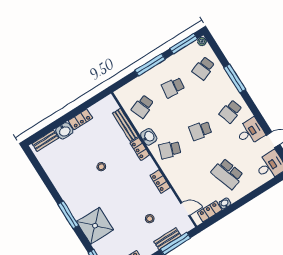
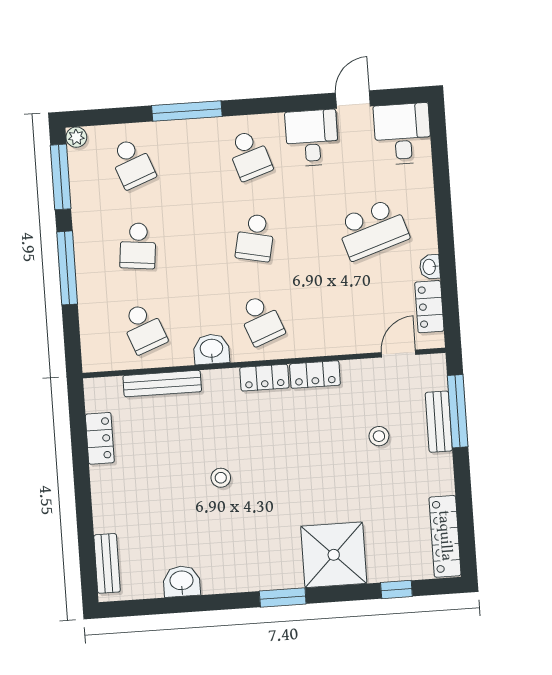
locker: (80, 119) -> (100, 438), moved
washbasin: (64, 131) -> (182, 581), moved, turned -90
locker: (140, 149) -> (264, 378), moved
school desk: (170, 150) -> (261, 320), turned -39
window: (68, 215) -> (283, 597), width x0.69

